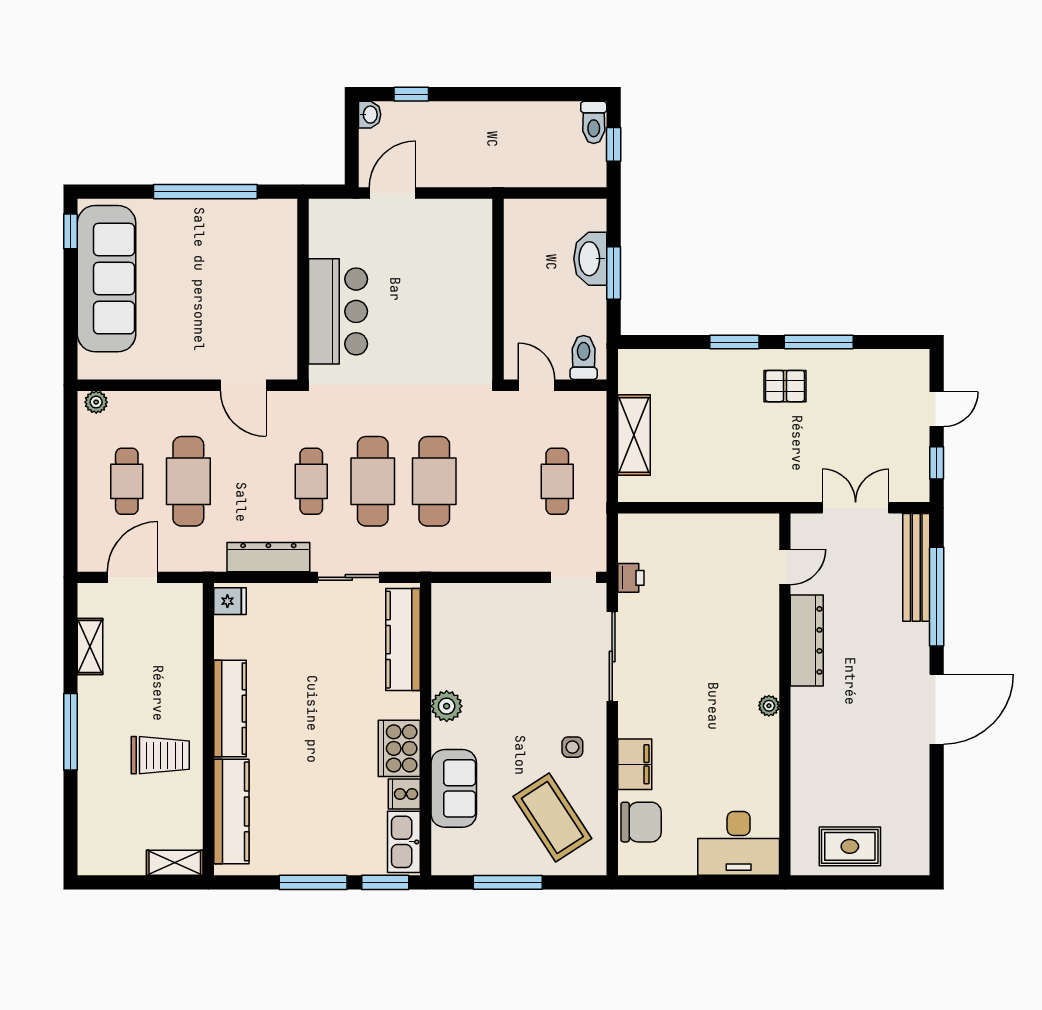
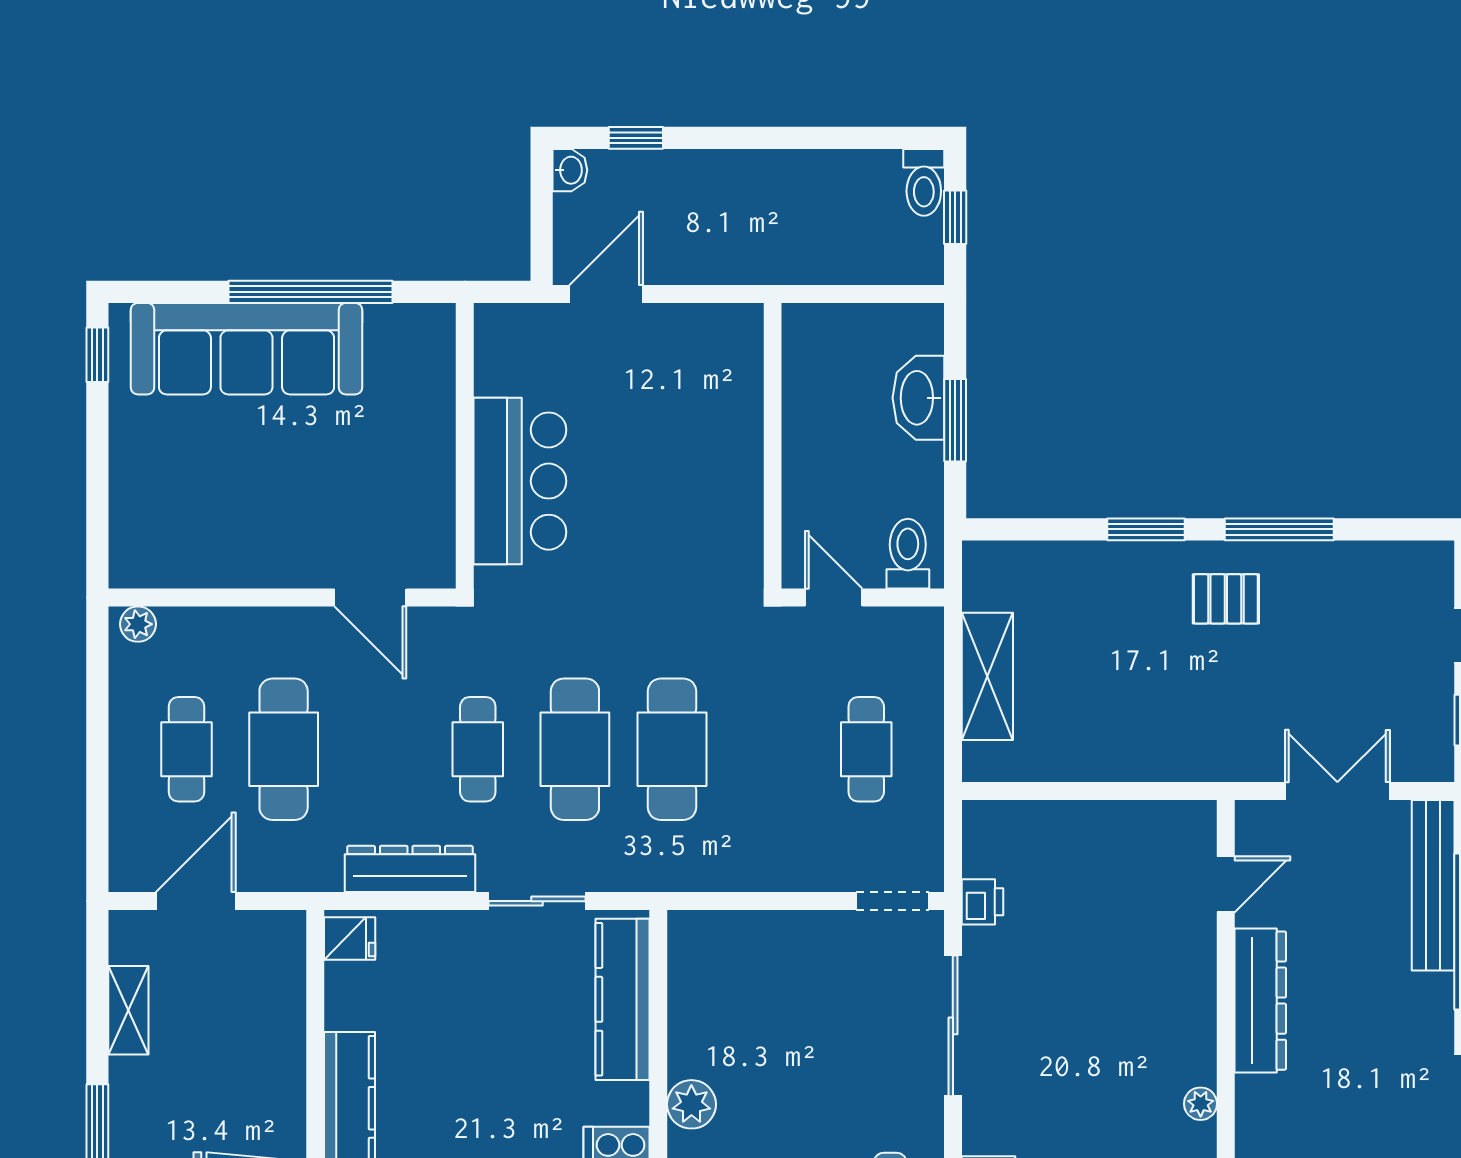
sofa: (106, 279) -> (246, 349), moved, turned 90

